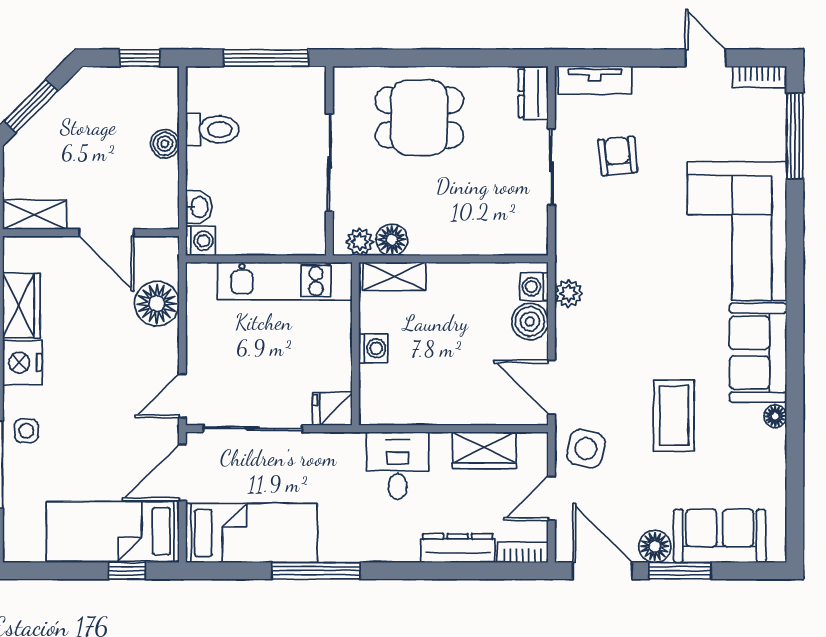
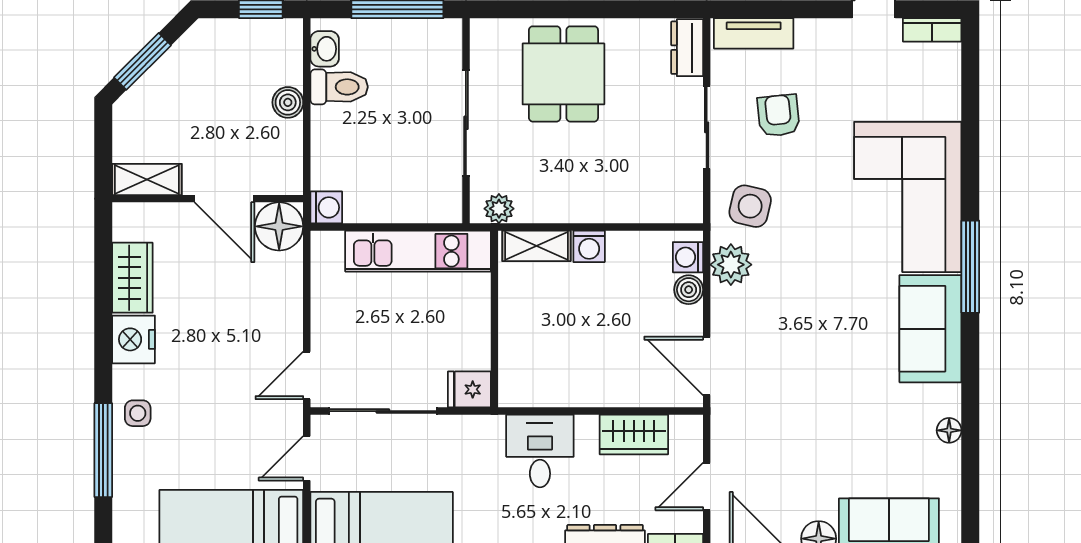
dining table: (419, 118) -> (563, 74), turned 90
window: (795, 136) -> (970, 267), moved
washbasin: (199, 207) -> (325, 49), moved
floor lamp: (392, 240) -> (534, 206), removed
plant: (569, 293) -> (731, 265), width x1.38, depth x1.38
floor lamp: (157, 304) -> (279, 226), moved
boiler: (530, 322) -> (689, 290), width x0.73, depth x0.73
washing machine: (373, 348) -> (589, 246), moved, turned 90
coffee table: (674, 416) -> (839, 397), removed
floor lamp: (775, 416) -> (949, 430), moved
side table: (586, 449) -> (750, 206), moved
door: (182, 472) -> (307, 458), width x0.73

